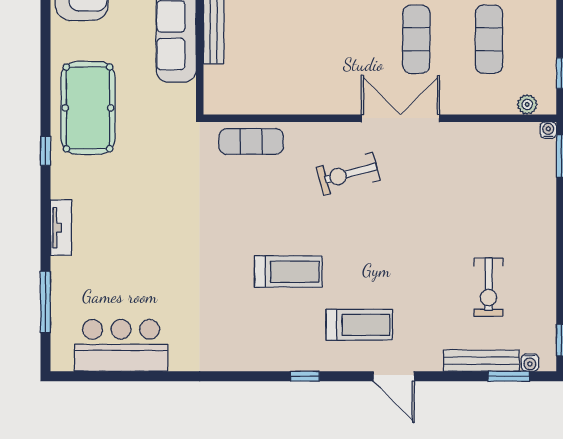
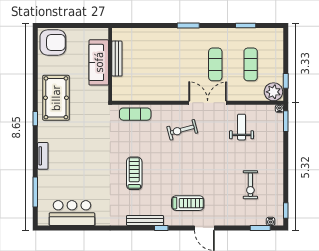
plant: (527, 104) -> (273, 92), width x1.88, depth x1.88
weight bench: (470, 168) -> (242, 127), added
treadmill: (288, 272) -> (134, 173), moved, turned -90
bench: (481, 361) -> (145, 220), moved

